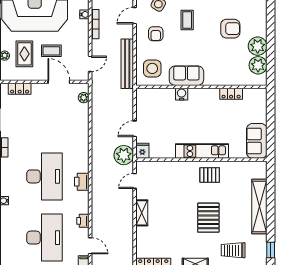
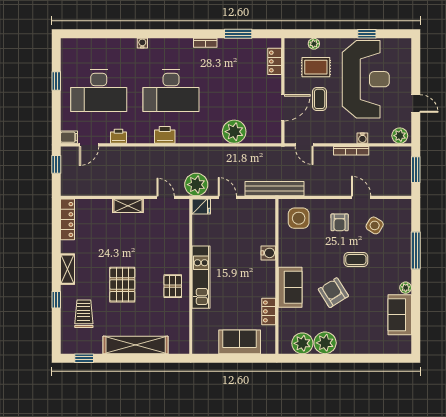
armchair: (230, 29) -> (333, 293), moved, turned 148
armchair: (156, 34) -> (340, 222), turned -90
bench: (127, 64) -> (275, 189), moved
sofa: (186, 76) -> (290, 287), moved
plant: (84, 98) -> (234, 132), moved, width x1.88, depth x1.88
sofa: (257, 141) -> (240, 342), moved
pallet: (208, 218) -> (122, 285), turned 90

